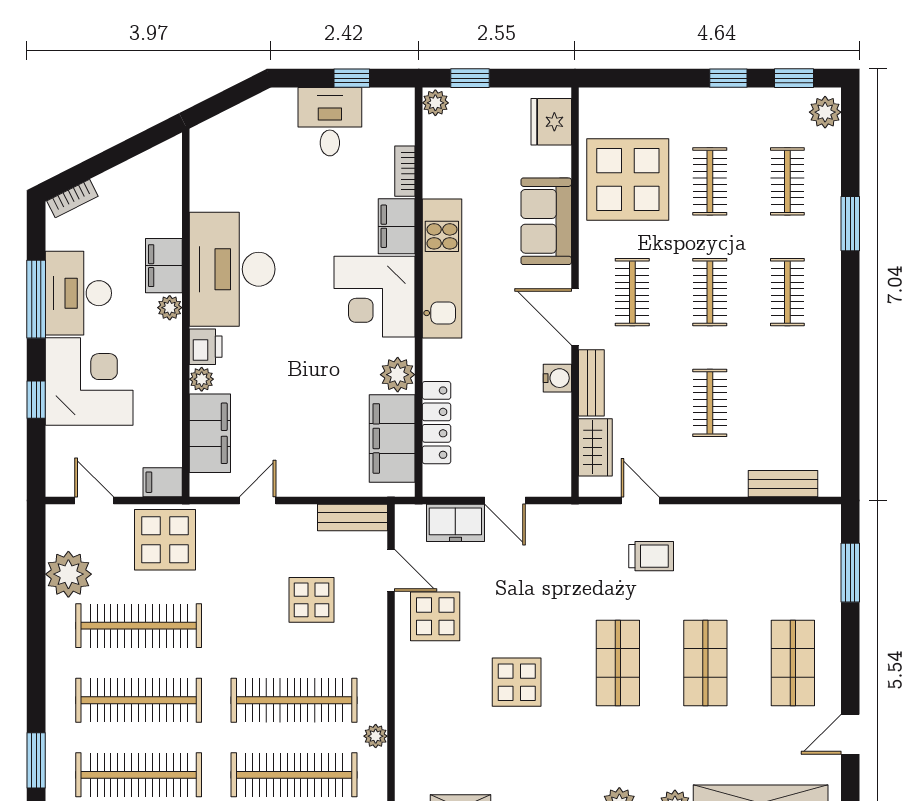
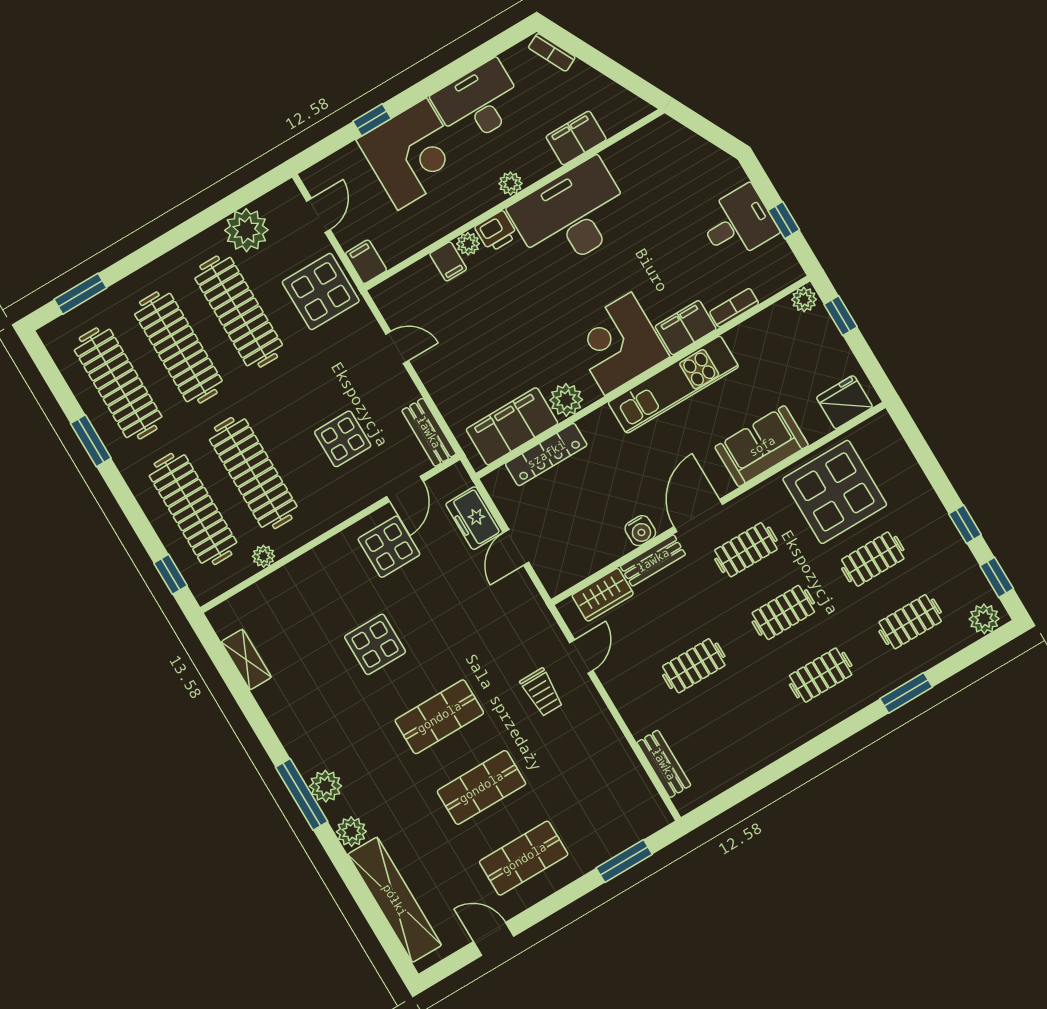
filing cabinet: (164, 266) -> (576, 138), moved
window: (36, 299) -> (453, 72), removed
filing cabinet: (210, 433) -> (448, 261), width x0.33, depth x0.86

